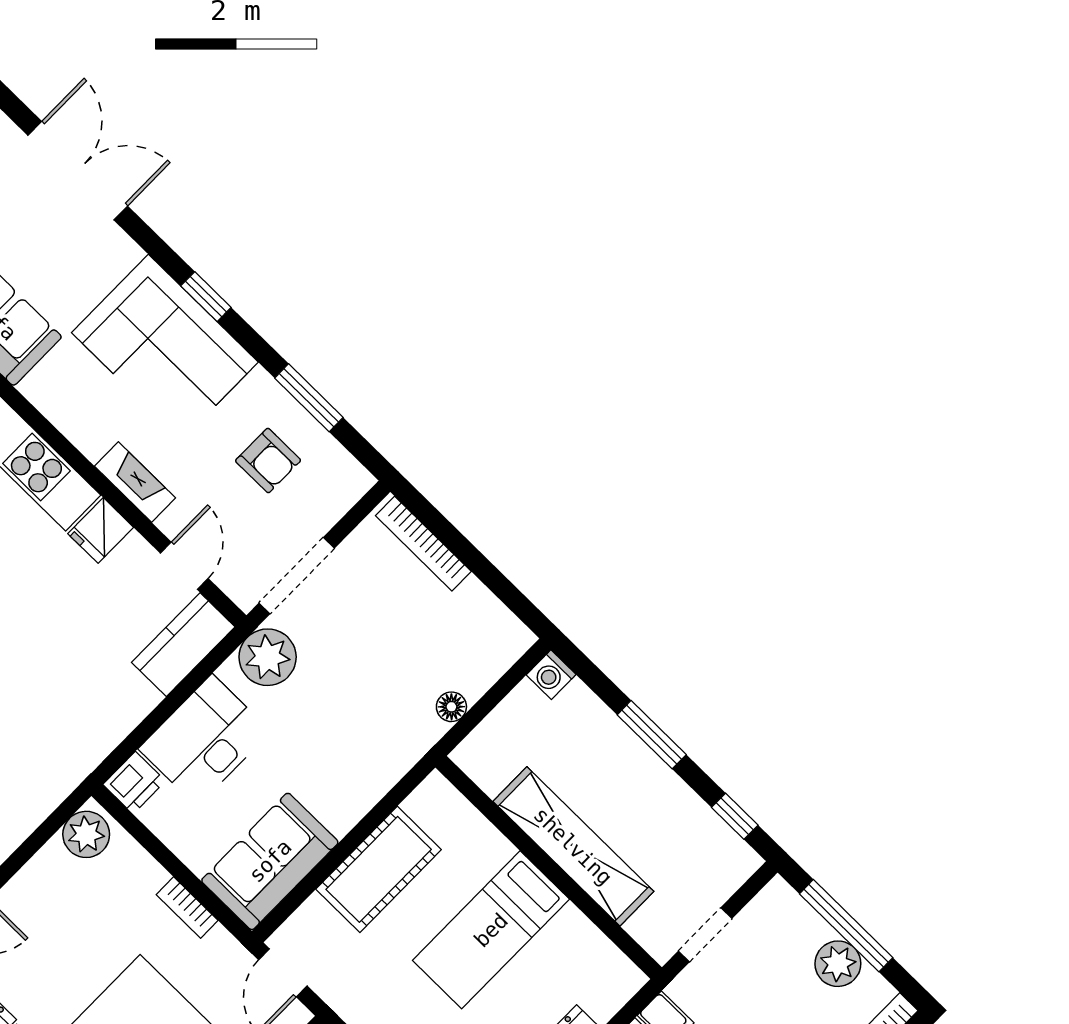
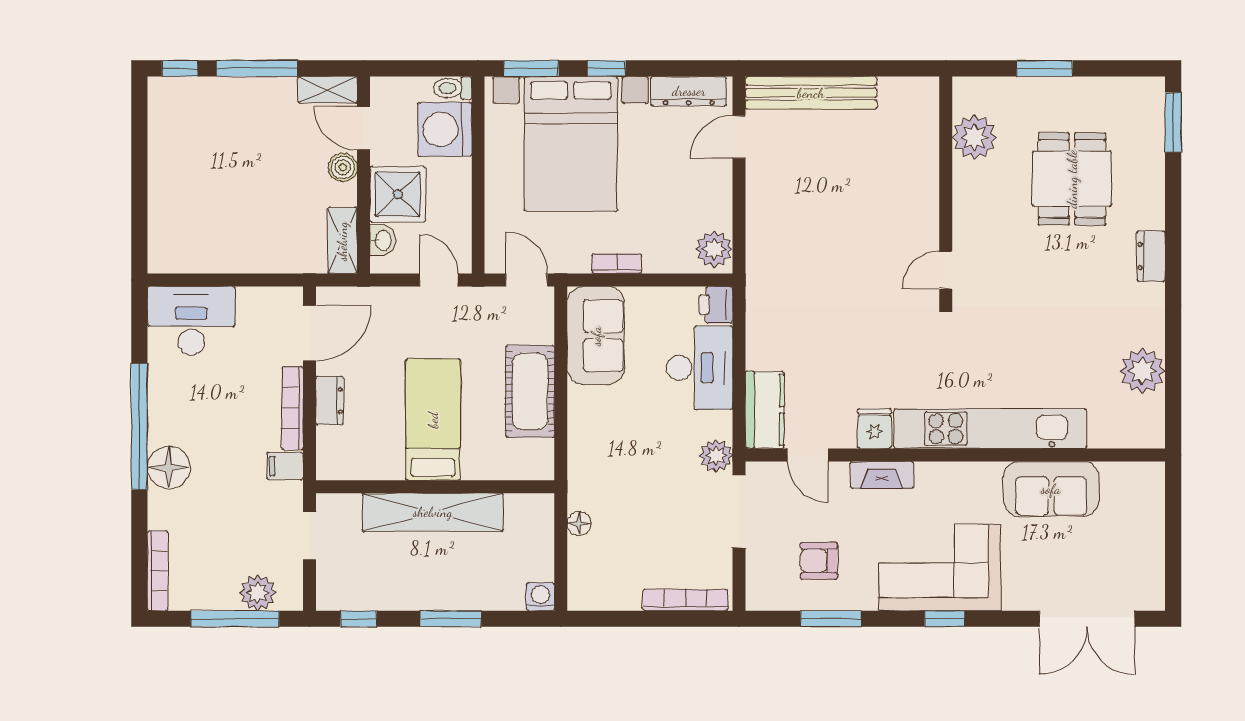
plant: (268, 657) -> (716, 456), width x0.73, depth x0.73
plant: (838, 964) -> (258, 593), moved

